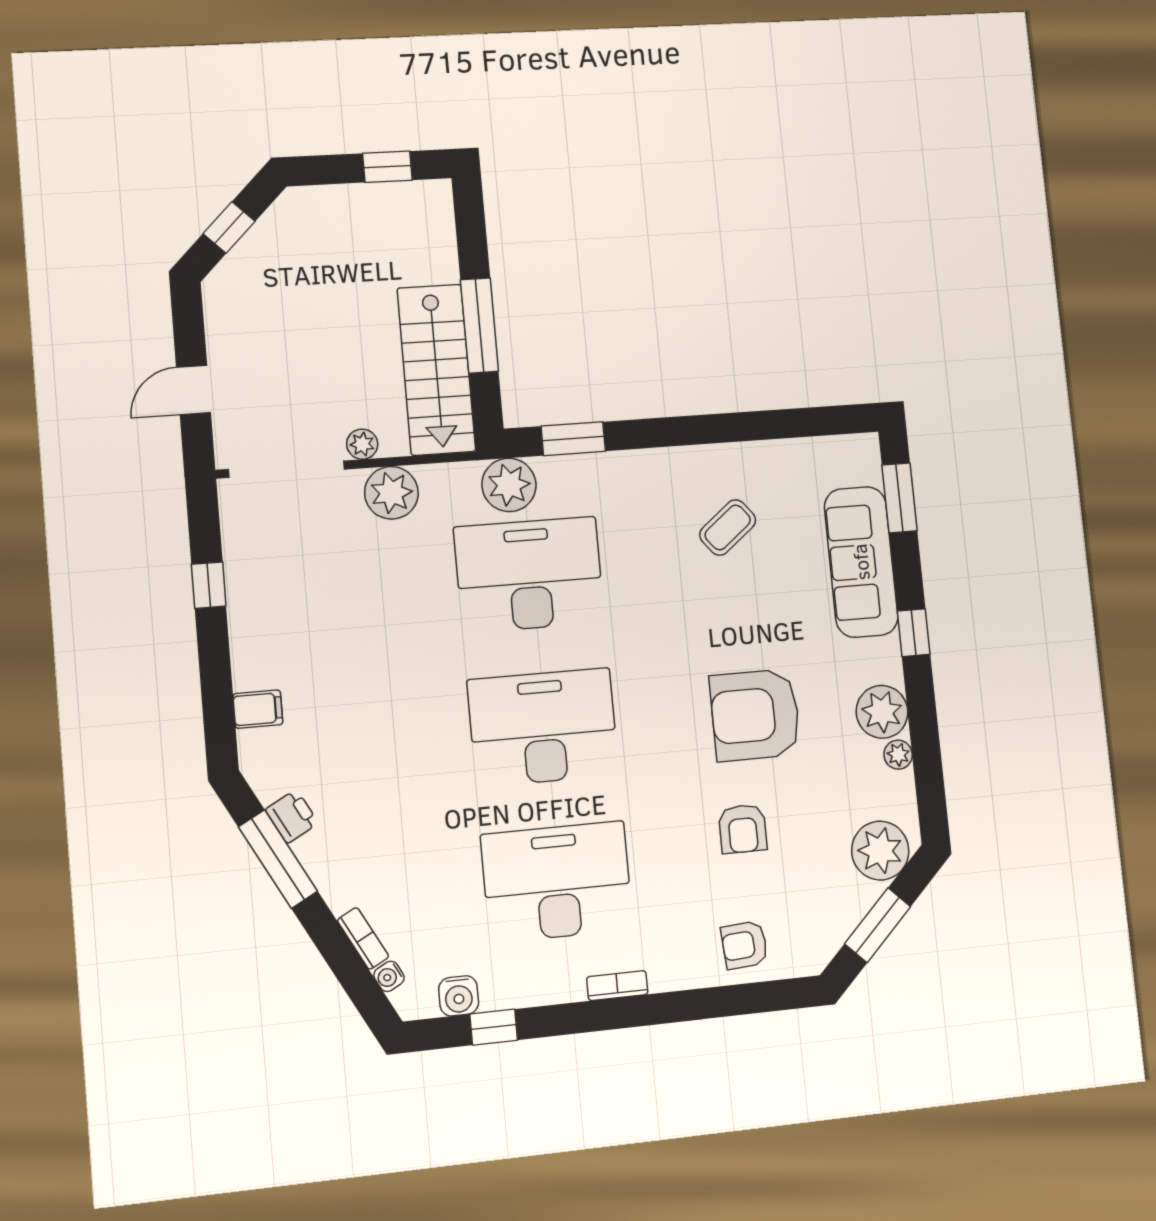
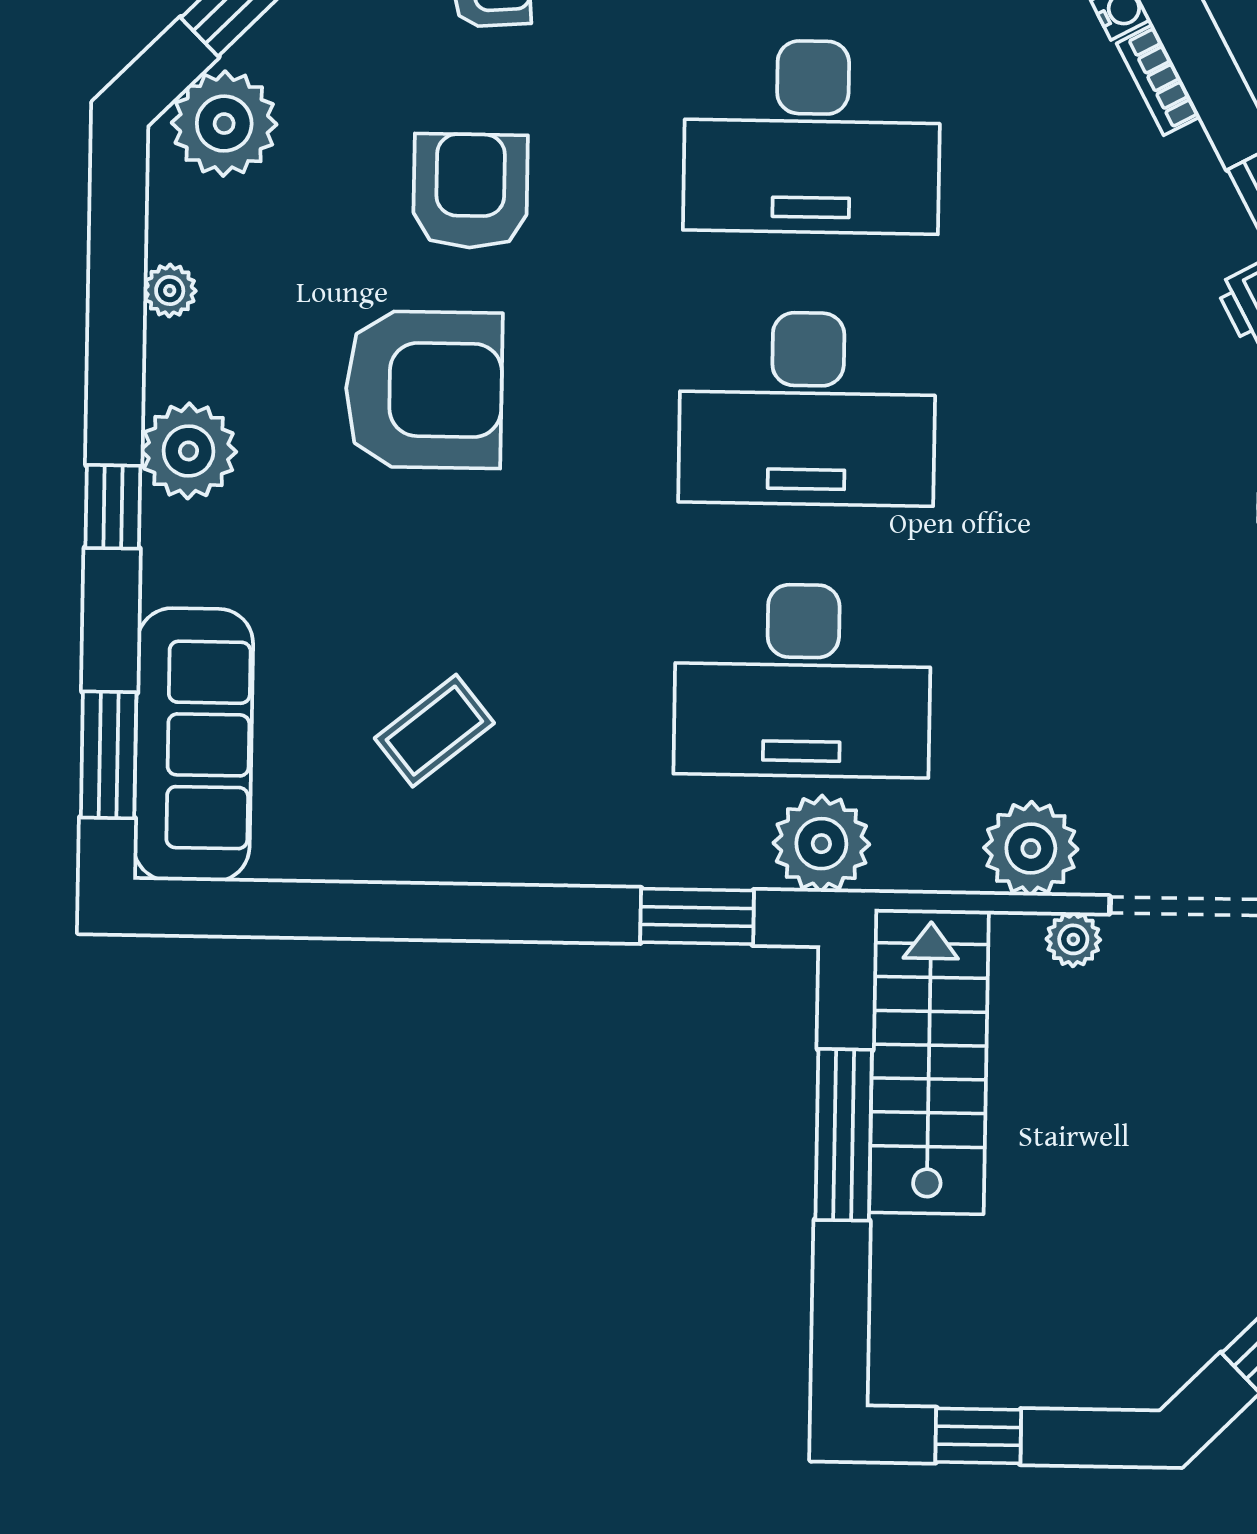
sofa: (861, 562) -> (193, 745), moved
plant: (882, 712) -> (189, 451), moved
armchair: (743, 829) -> (470, 191), width x1.38, depth x1.38

